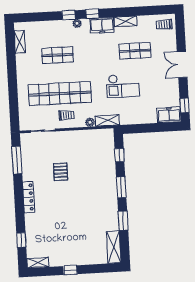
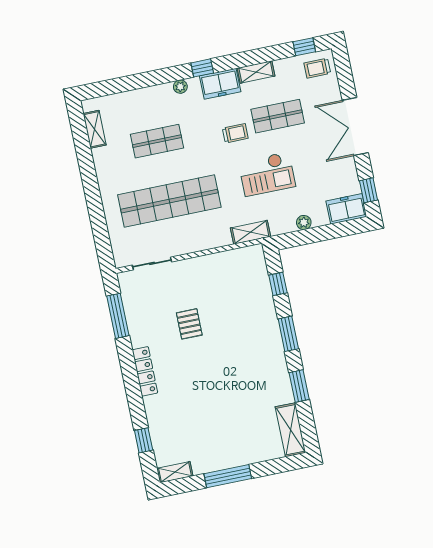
window: (69, 15) -> (304, 47), moved
double door: (182, 64) -> (355, 127), width x1.37
trolley: (67, 115) -> (235, 133), moved
plant: (90, 122) -> (304, 222), moved
window: (70, 270) -> (228, 476), width x2.17

